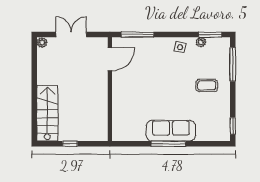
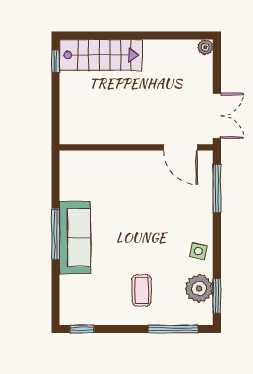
double door: (71, 35) -> (217, 116), moved
plant: (201, 42) -> (199, 288), width x1.88, depth x1.88
window: (70, 144) -> (56, 61), moved

